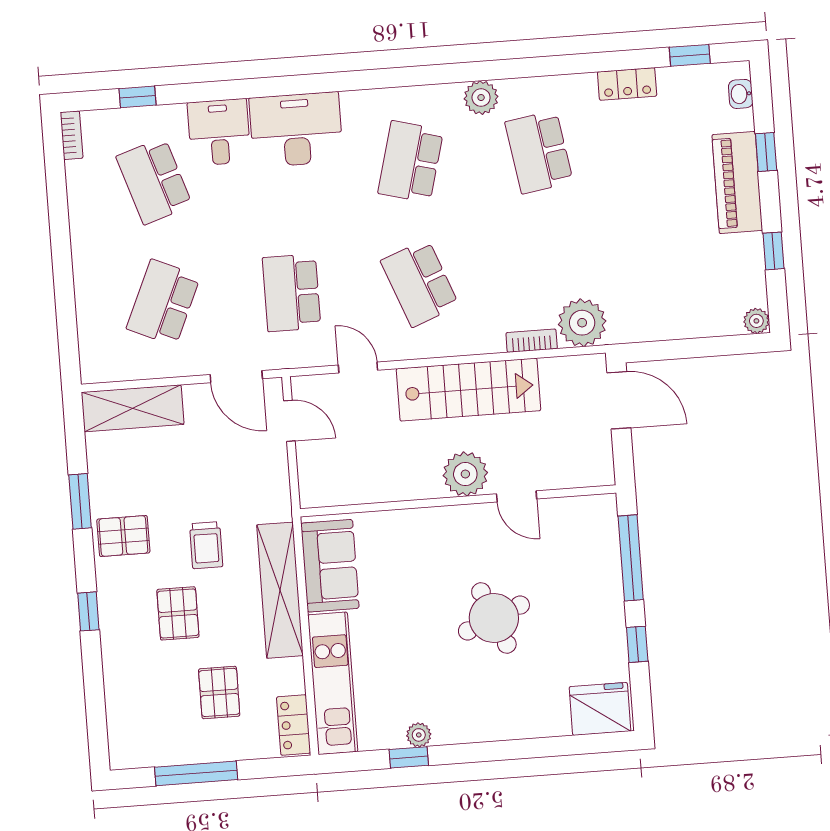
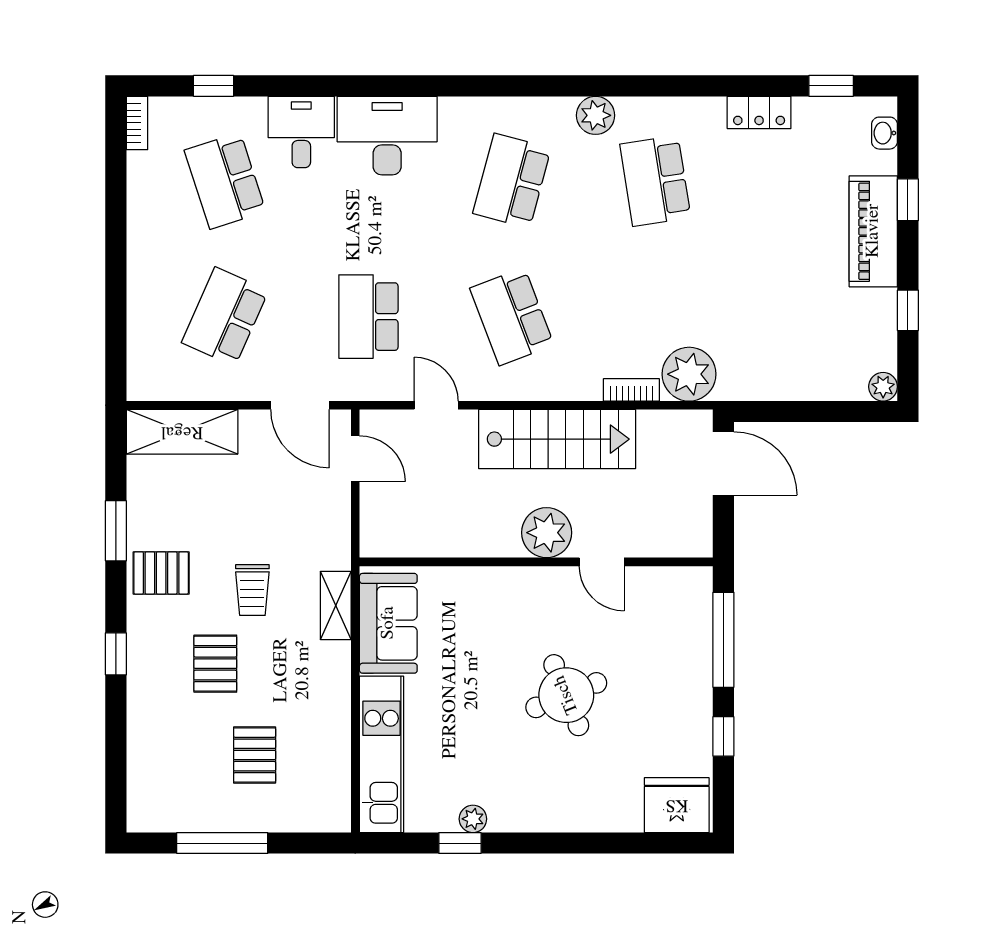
shelving: (280, 590) -> (336, 605), width x0.45, depth x0.75
locker: (294, 725) -> (335, 797), removed

